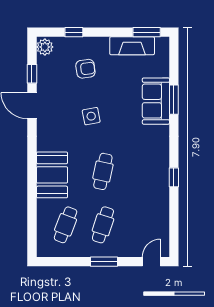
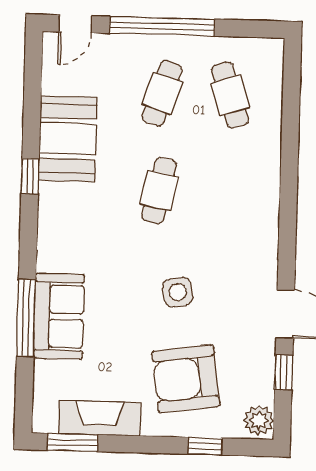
armchair: (85, 69) -> (186, 379), width x1.88, depth x1.88
window: (174, 100) -> (26, 318), width x1.44
booth: (52, 175) -> (68, 139), moved
cafe table: (66, 225) -> (230, 95), turned -39
window: (104, 262) -> (162, 26), width x2.11

